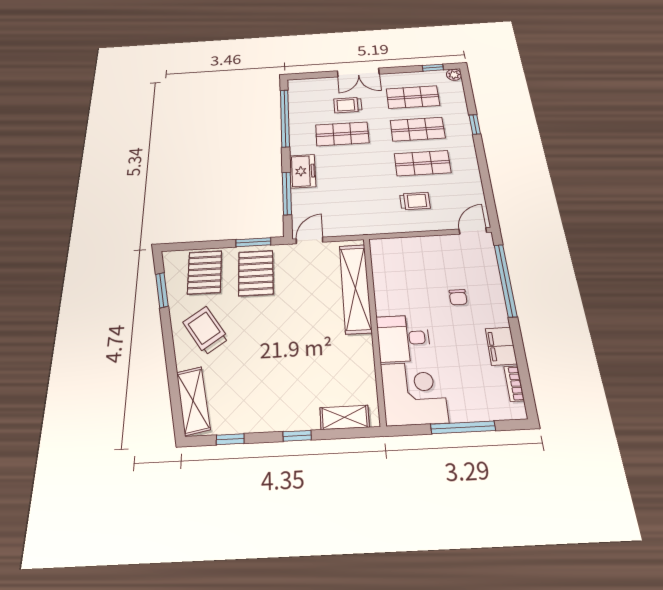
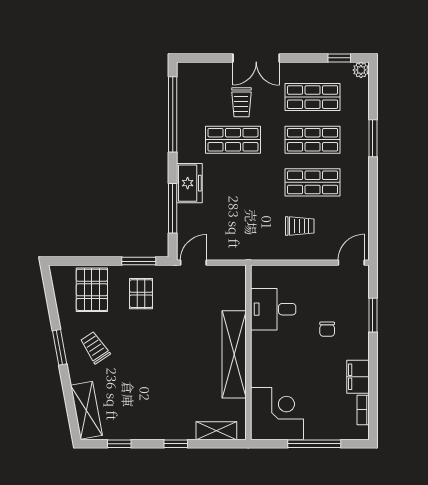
trolley: (348, 105) -> (241, 102), turned -90
window: (475, 124) -> (373, 138), width x1.50
pallet: (256, 273) -> (141, 294), width x0.67, depth x0.71
window: (505, 280) -> (373, 315), width x0.47
shelving: (355, 288) -> (234, 354), moved
window: (162, 290) -> (60, 347), moved
trolley: (206, 330) -> (95, 348), width x0.73, depth x0.72
desk: (403, 338) -> (273, 309), moved

